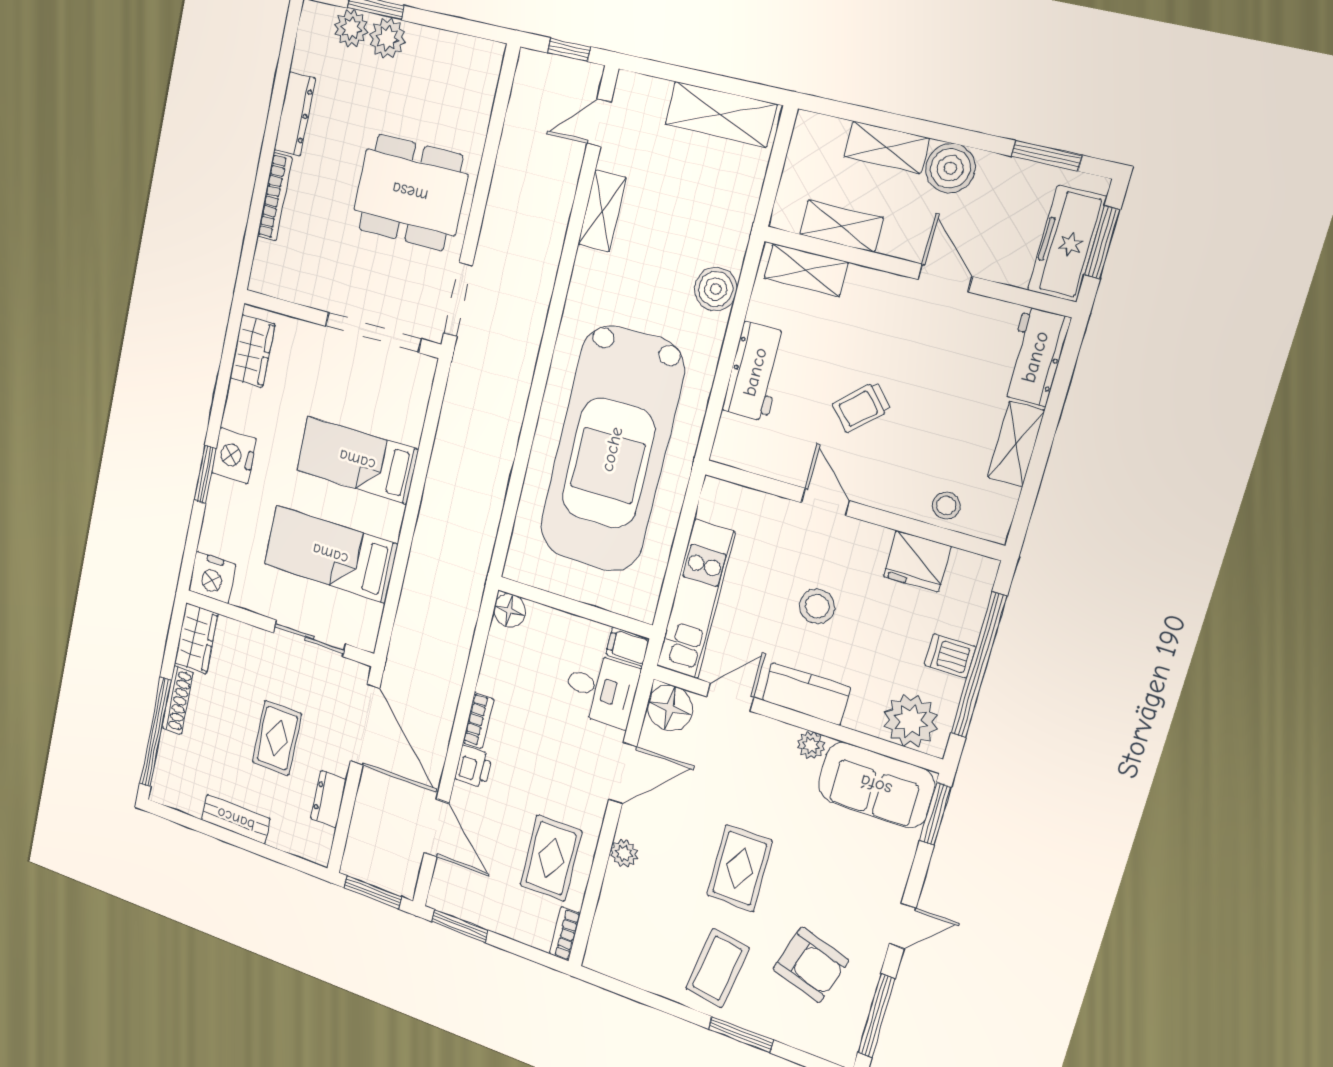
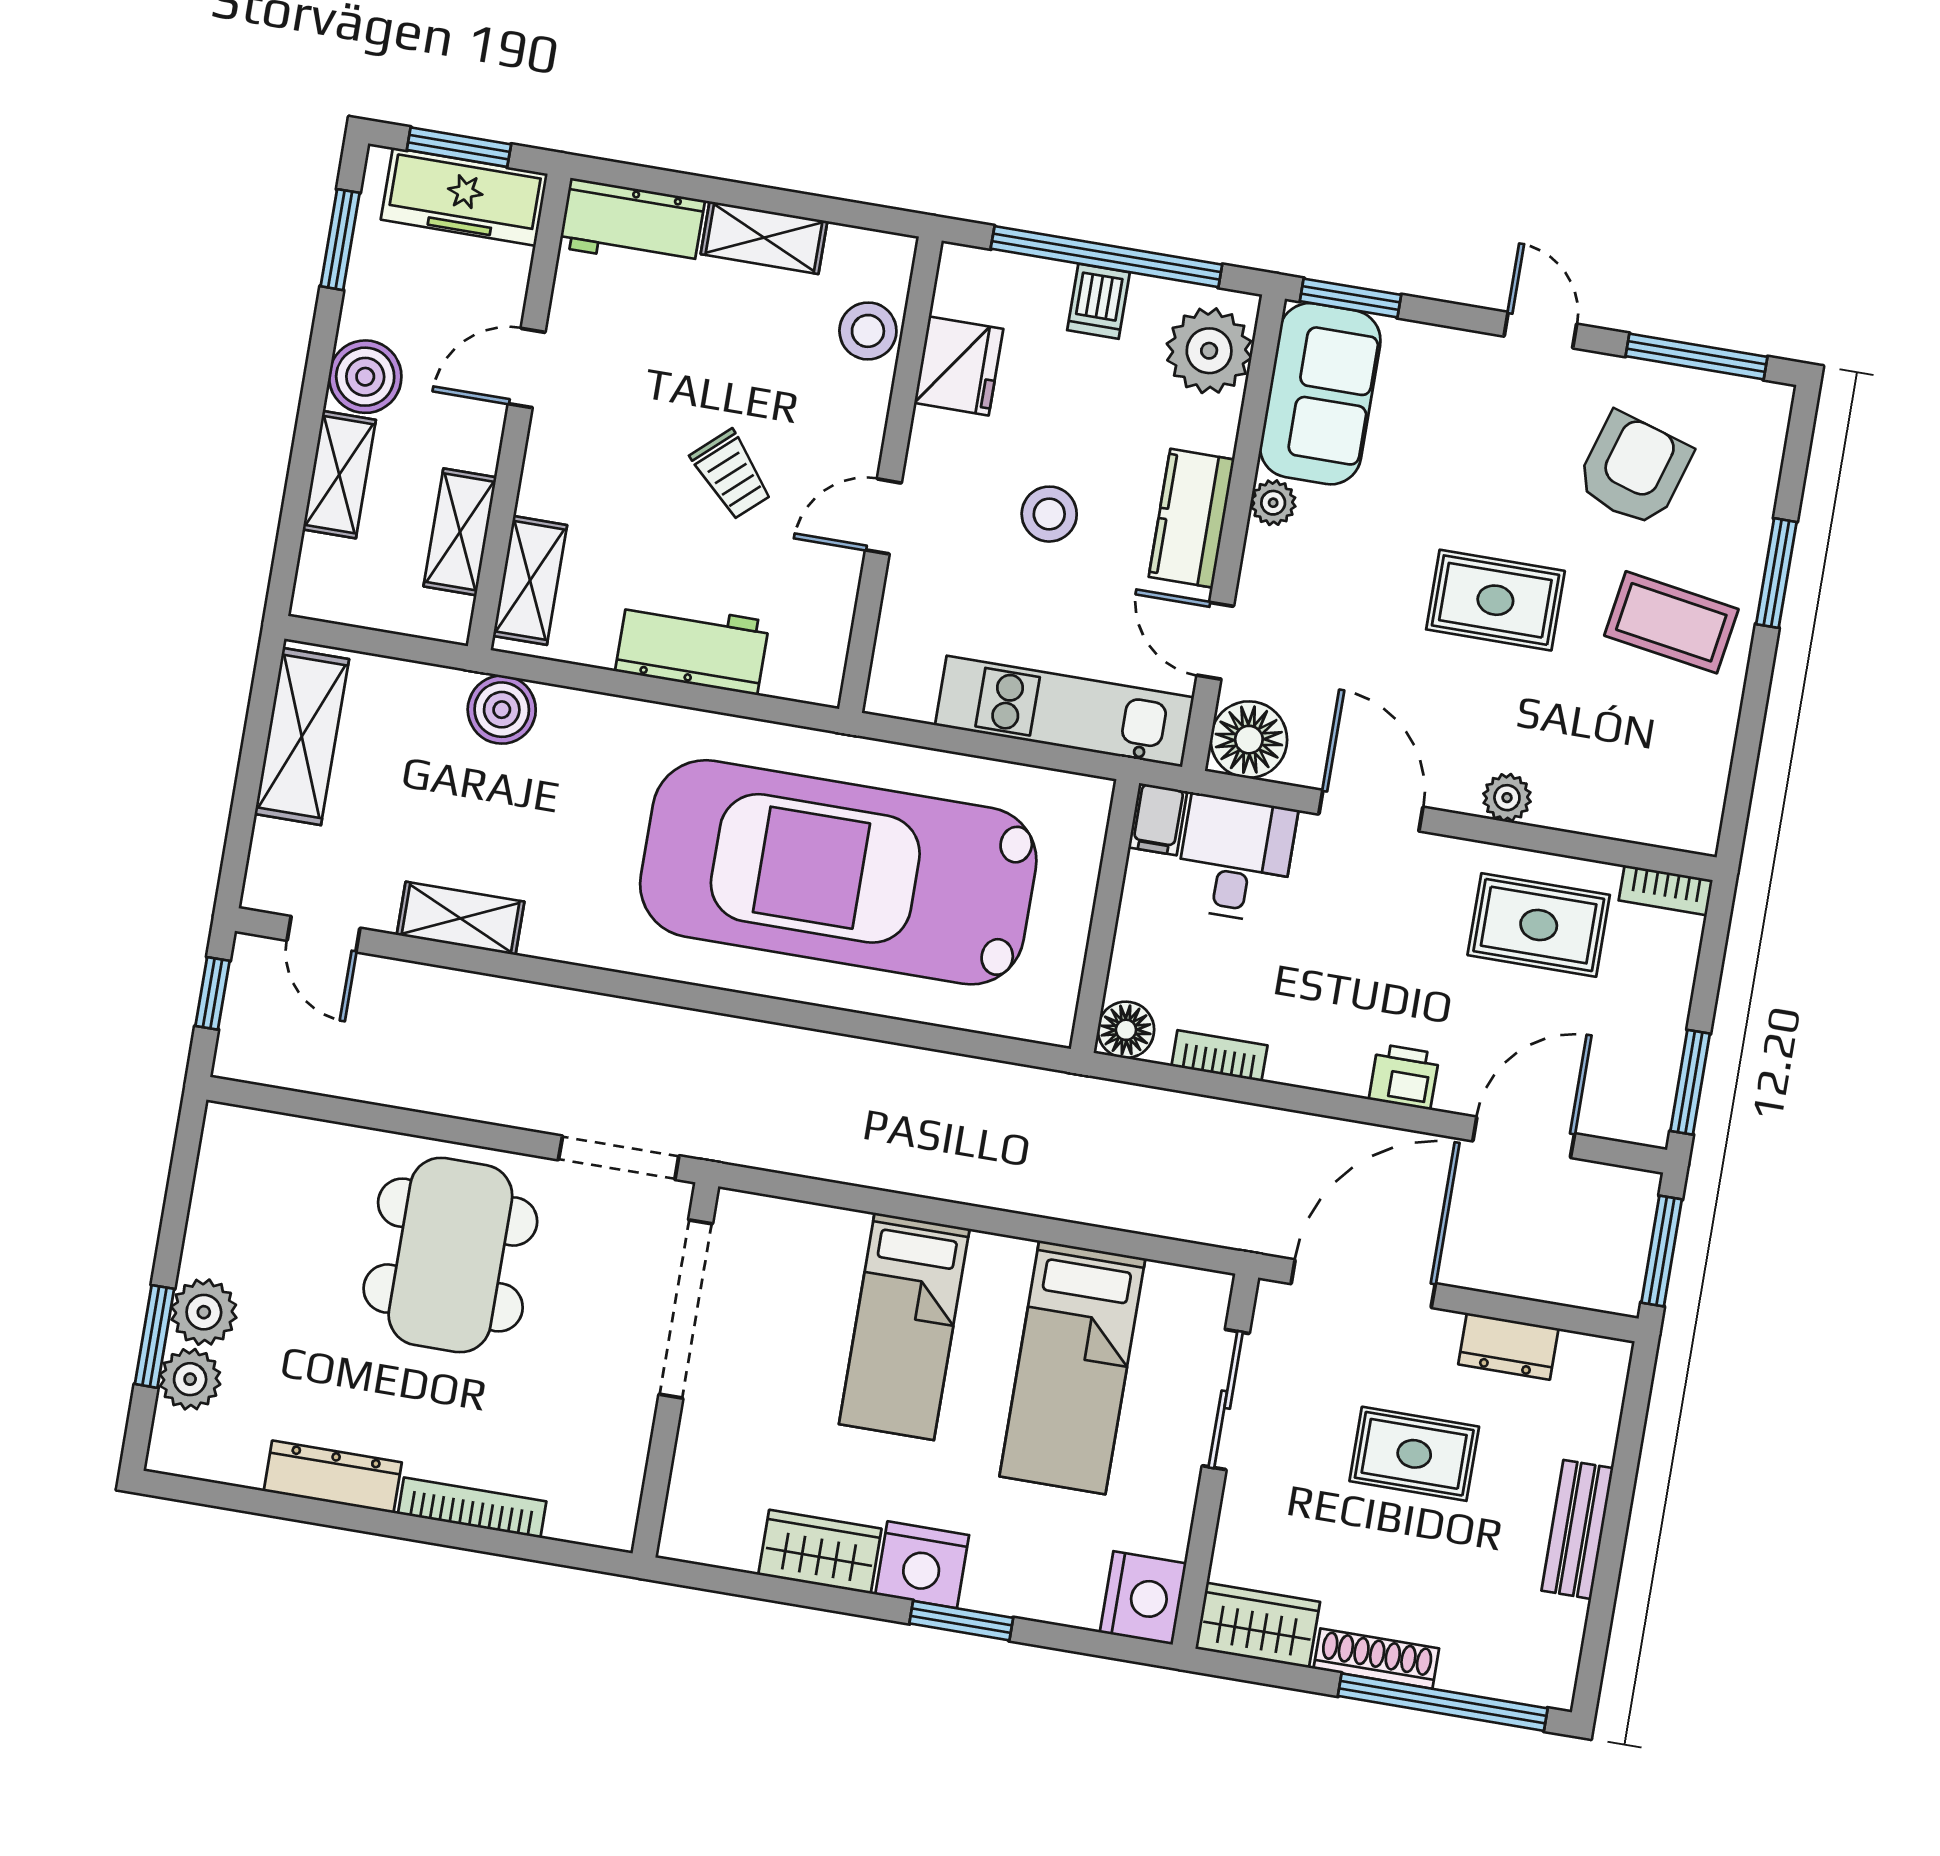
boiler: (716, 289) -> (502, 710), moved
wardrobe: (252, 351) -> (820, 1552), moved
car: (612, 449) -> (838, 872), turned 180
stool: (946, 506) -> (868, 331), width x1.37, depth x1.37
bookcase: (478, 720) -> (1219, 1056), moved

